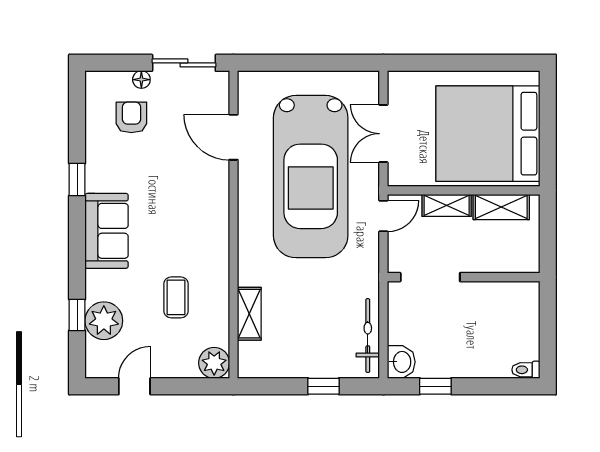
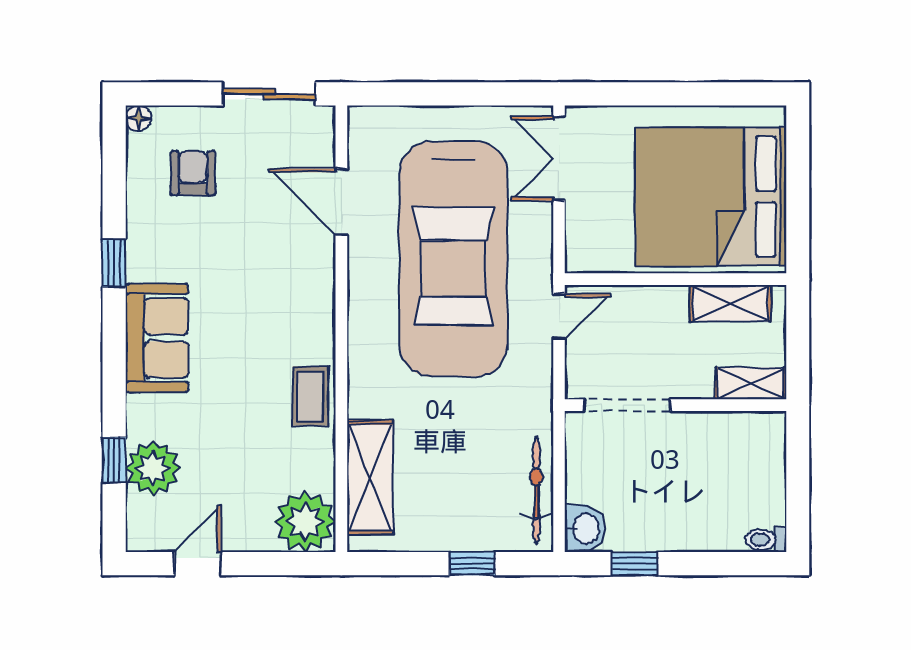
floor lamp: (141, 80) -> (138, 118), moved
double door: (383, 134) -> (559, 159), moved
shelving: (447, 205) -> (751, 383), moved
coffee table: (176, 297) -> (310, 396), moved
shelving: (249, 314) -> (370, 477), width x1.50, depth x1.33
plant: (214, 363) -> (305, 522), width x1.36, depth x1.36

